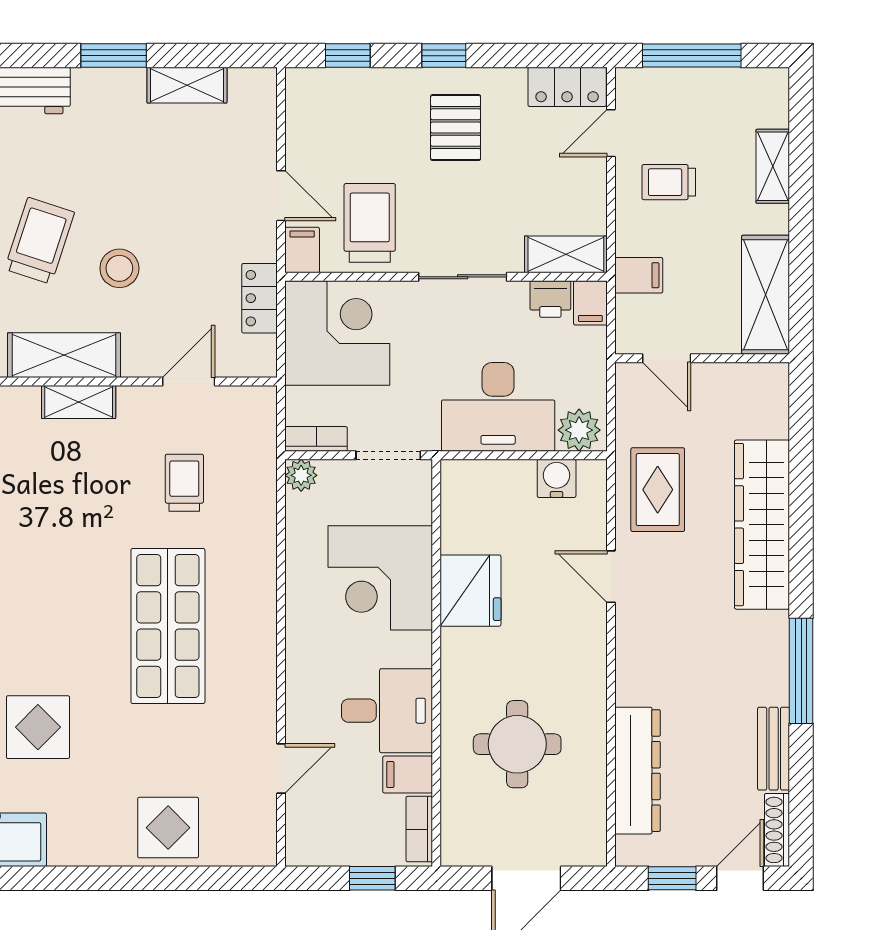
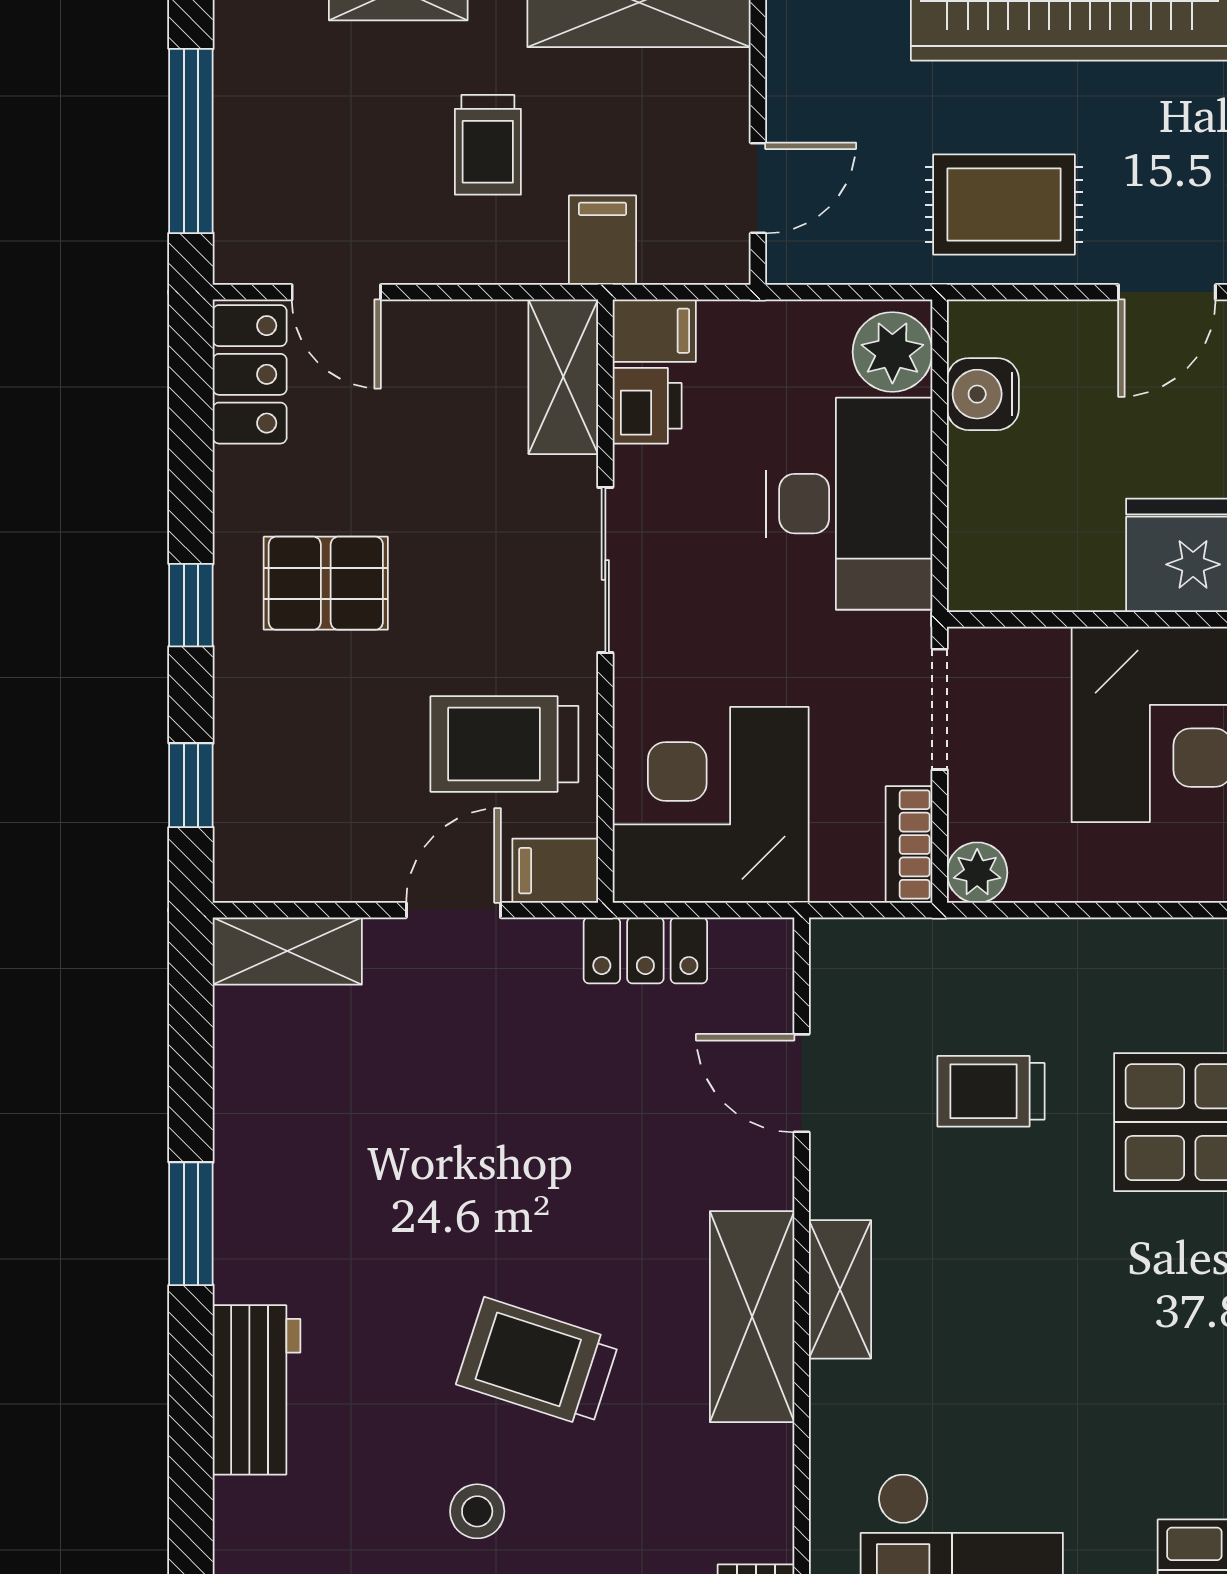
shelving: (187, 85) -> (287, 951), moved, turned 90
trolley: (669, 182) -> (488, 145), moved
stool: (119, 268) -> (589, 1213), removed

